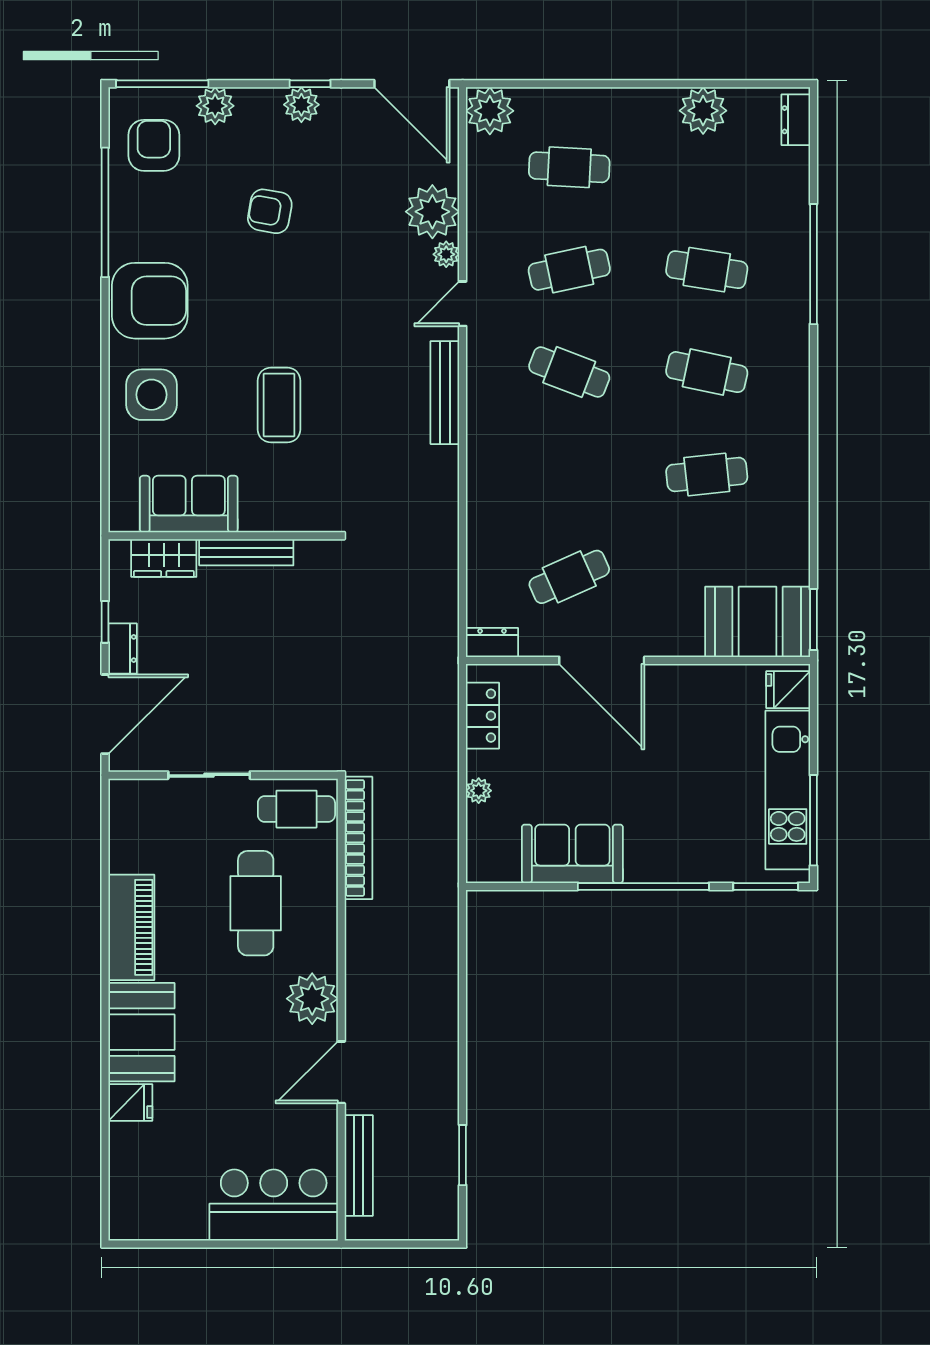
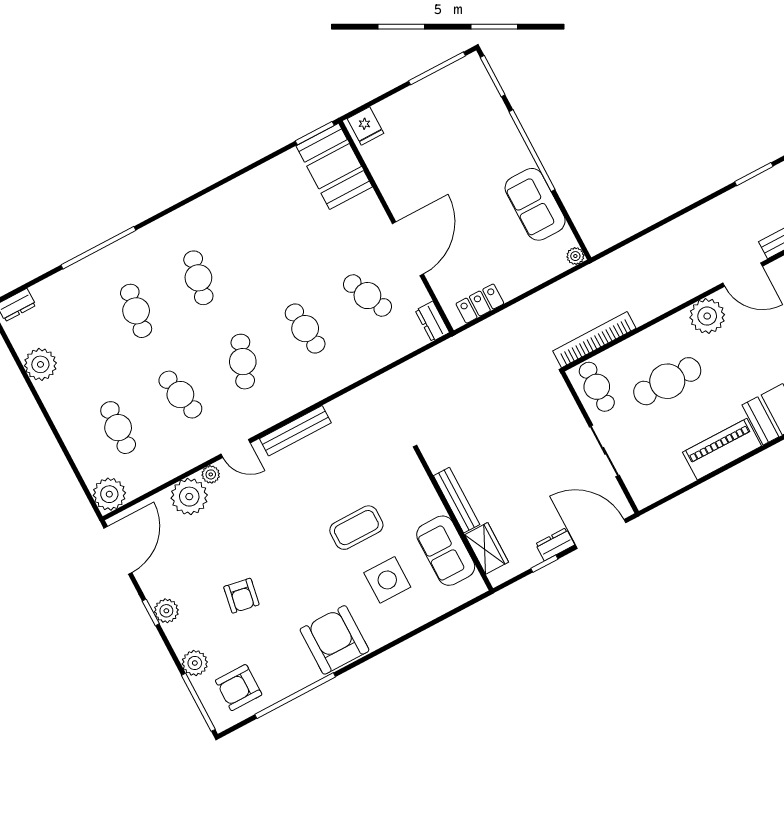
side table: (151, 395) -> (387, 580), moved
cafe table: (707, 474) -> (305, 329), moved
kitchen unit: (788, 790) -> (427, 94), removed
plant: (479, 791) -> (575, 256), moved

